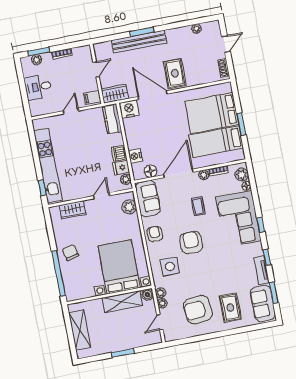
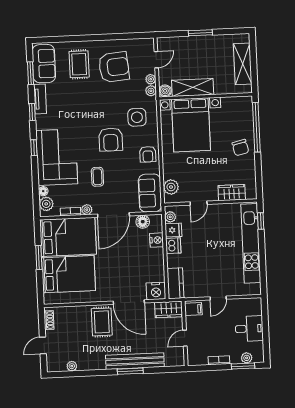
bed: (216, 141) -> (68, 237), width x1.50

